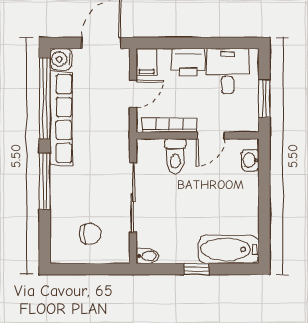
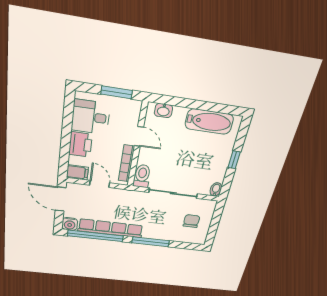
toilet: (175, 156) -> (142, 176), moved, turned -90
bathtub: (229, 249) -> (209, 122), moved, turned -90

